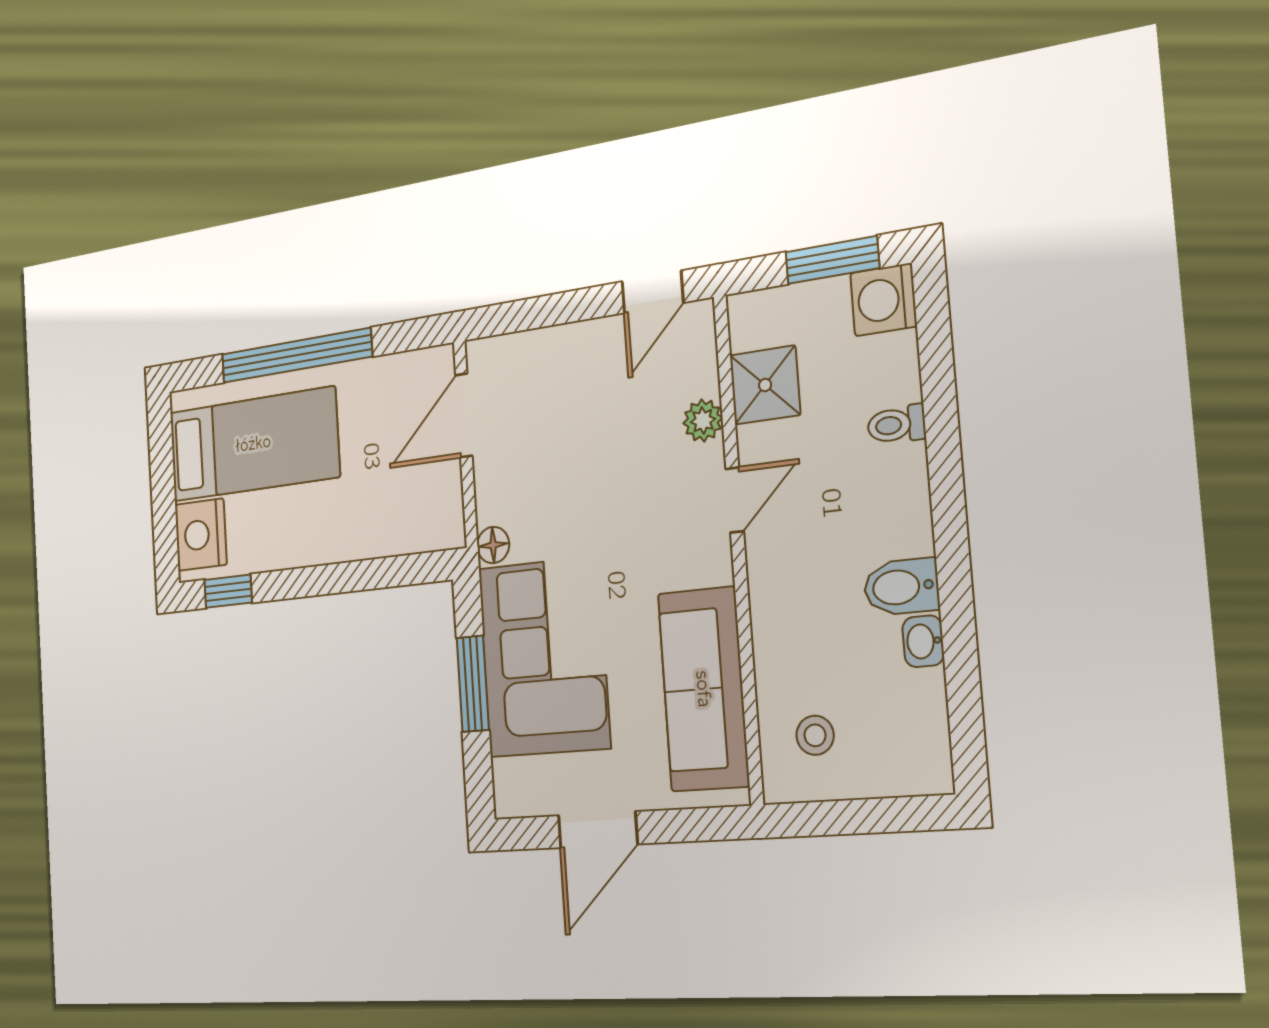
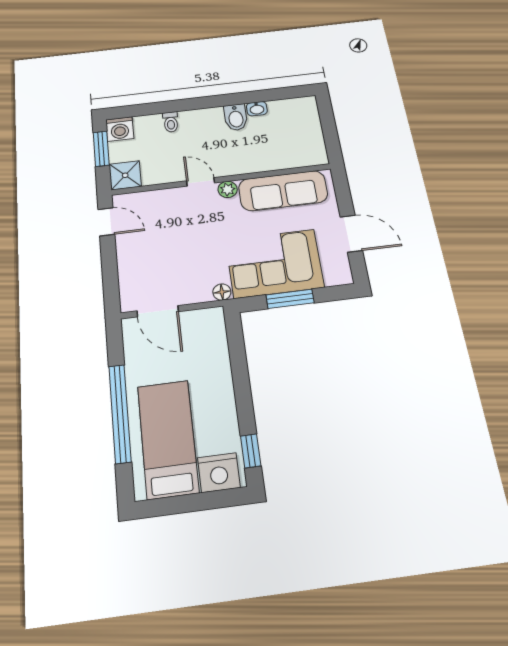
shower: (765, 385) -> (125, 175), moved
plant: (703, 421) -> (228, 189), moved
stool: (815, 735) -> (298, 146), removed

